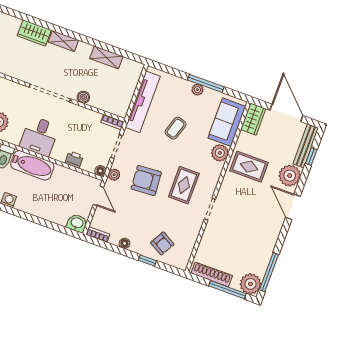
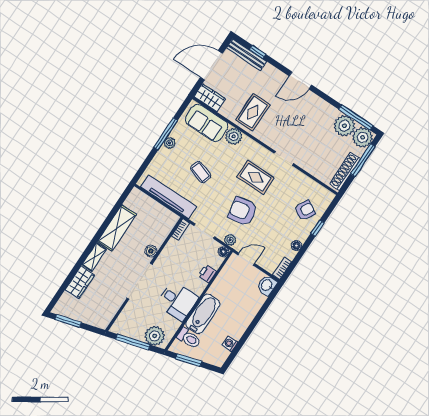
shelving: (106, 57) -> (117, 228), width x1.50, depth x1.33
plant: (290, 176) -> (344, 126), moved
armchair: (146, 181) -> (243, 211), turned 83

